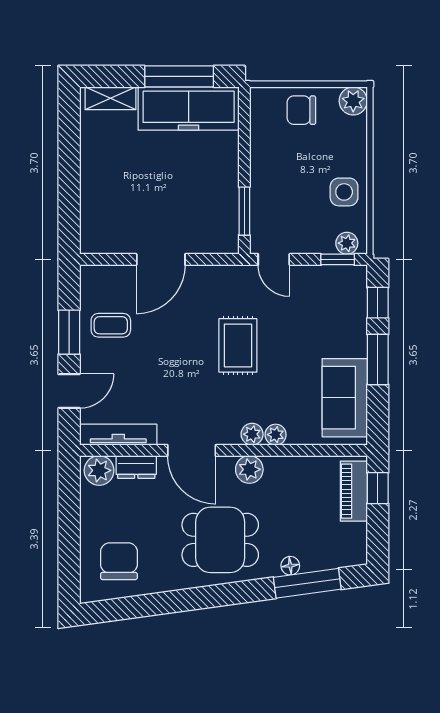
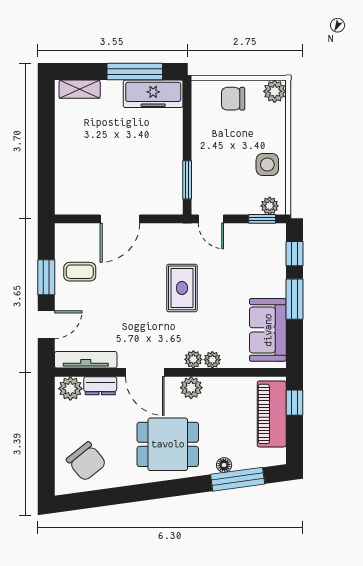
freezer: (189, 109) -> (153, 94), width x0.73, depth x0.79
piano: (354, 491) -> (272, 414), width x1.37, depth x1.33
chair: (119, 561) -> (86, 461), turned 141

